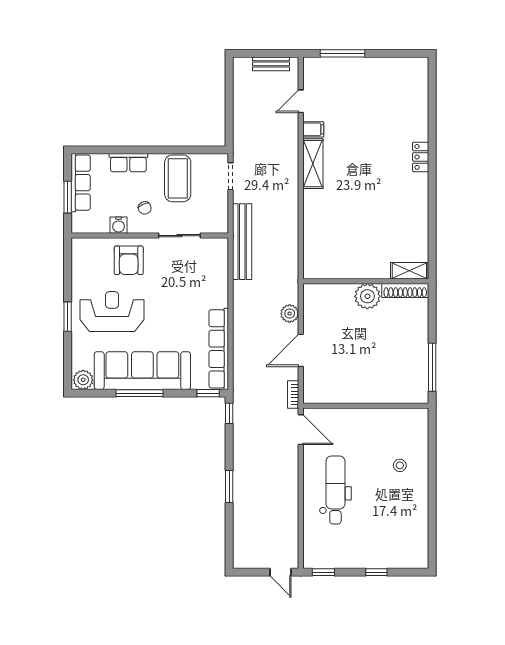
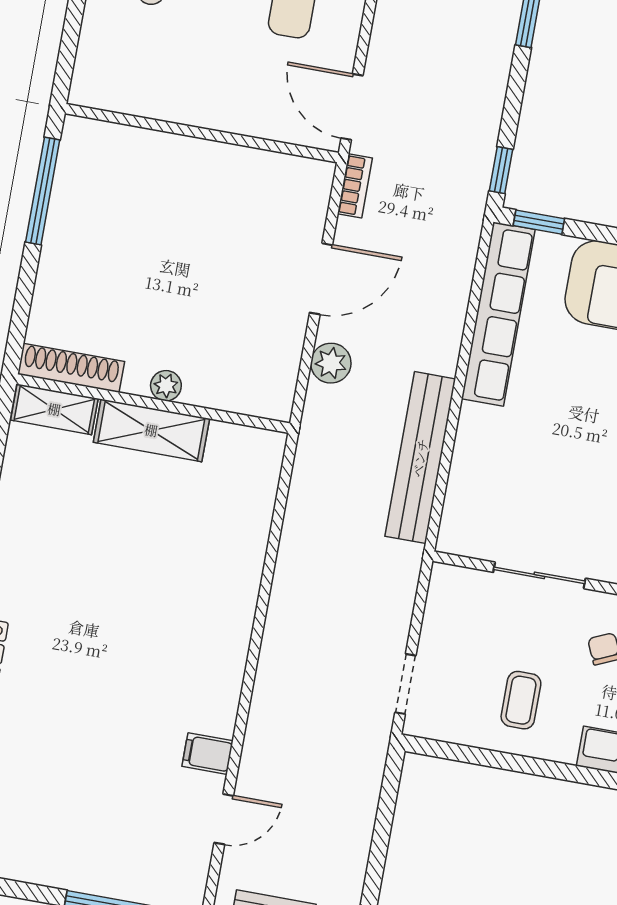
shelving: (313, 164) -> (151, 430), moved, turned 90
coffee table: (178, 178) -> (521, 700), width x0.54, depth x0.58
bench: (242, 242) -> (420, 458), moved
plant: (367, 296) -> (166, 386), width x0.53, depth x0.53

